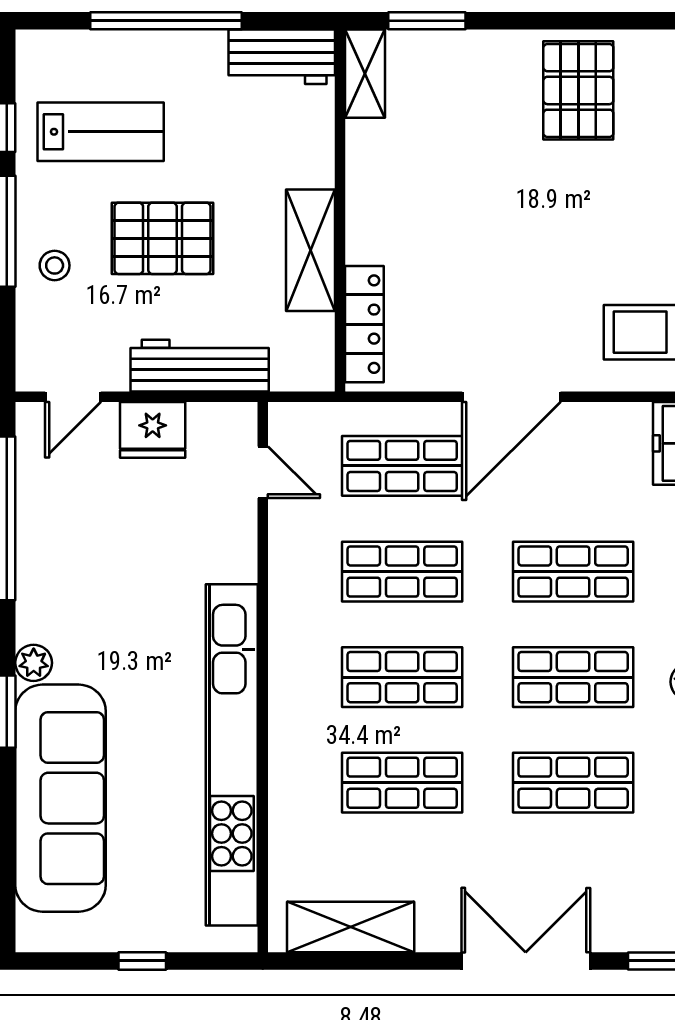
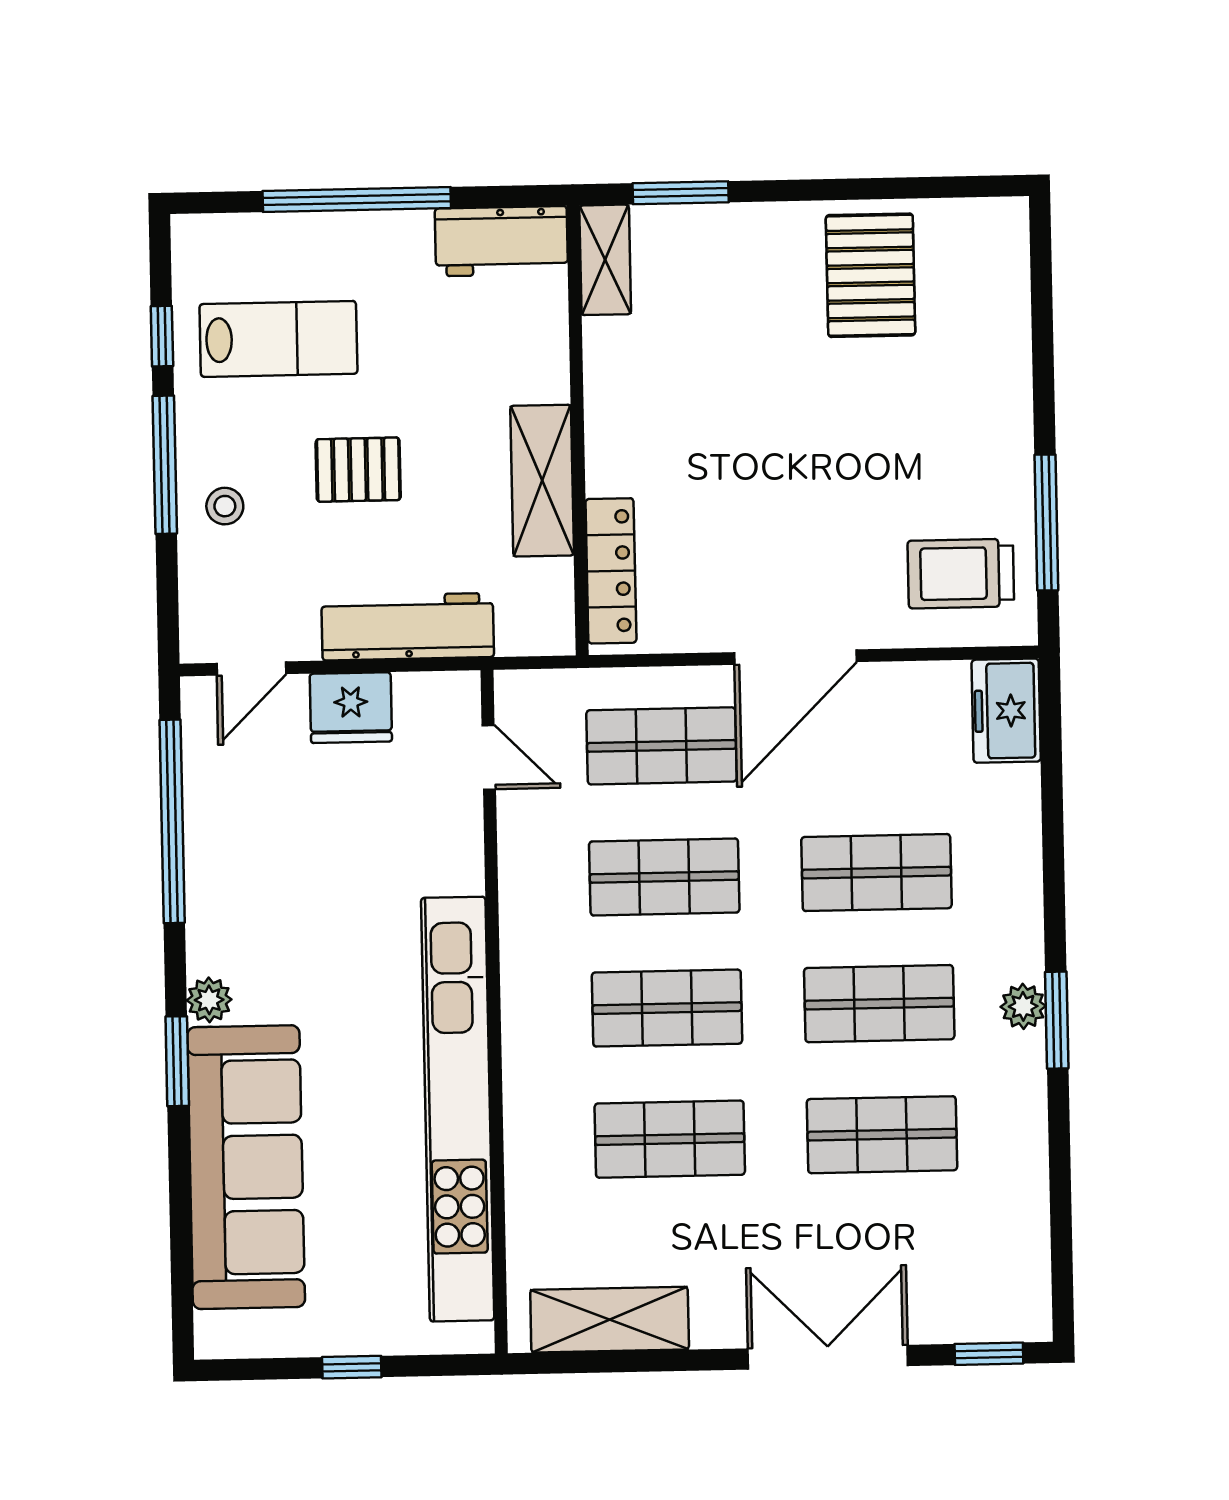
pallet: (163, 238) -> (358, 470), width x0.67, depth x0.71

